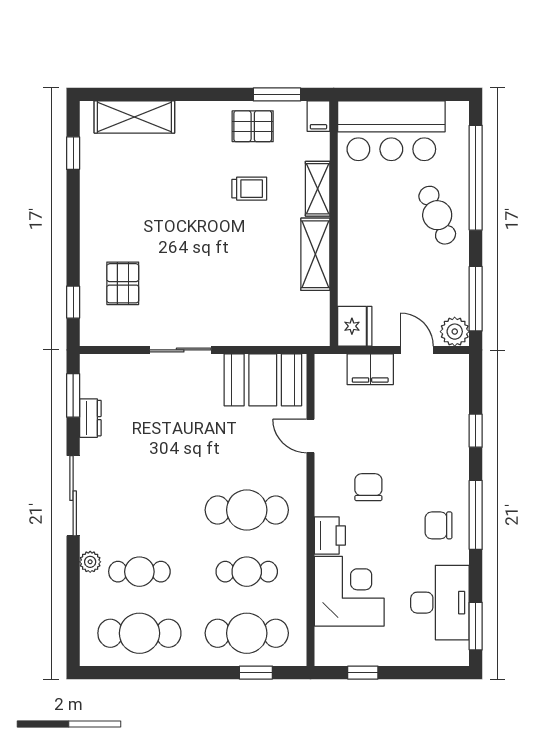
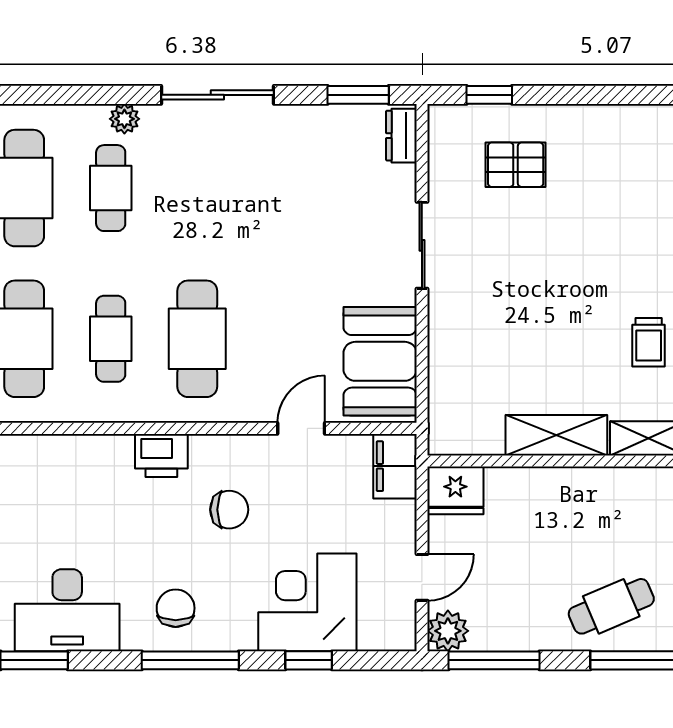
filing cabinet: (370, 369) -> (395, 466), moved
dresser: (90, 418) -> (401, 136), moved, turned 90
corner desk: (349, 591) -> (307, 602), moved, turned 180

